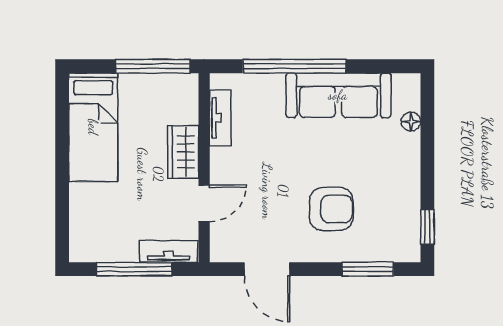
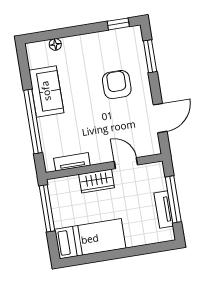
sofa: (338, 95) -> (46, 91), width x0.73
tv unit: (169, 251) -> (164, 209), moved

